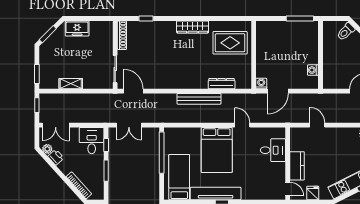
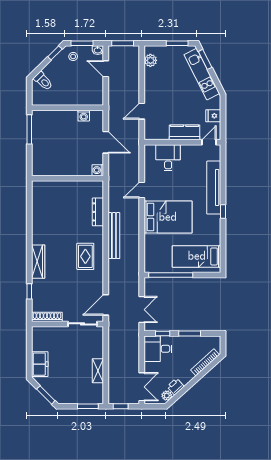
wardrobe: (193, 27) -> (38, 262), moved
rug: (230, 43) -> (85, 256), moved, width x0.73, depth x0.70
door: (278, 91) -> (106, 142), moved
tv unit: (216, 193) -> (214, 188), moved

